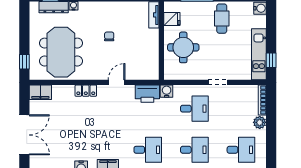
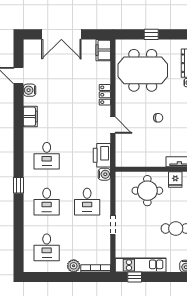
window: (24, 62) -> (151, 34), moved

